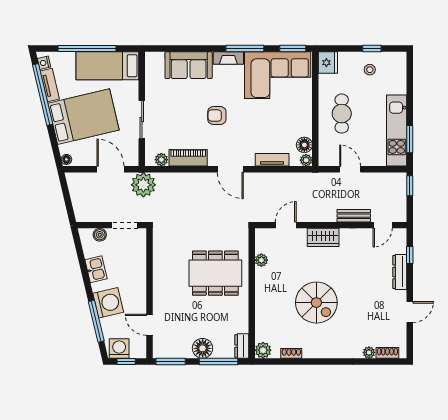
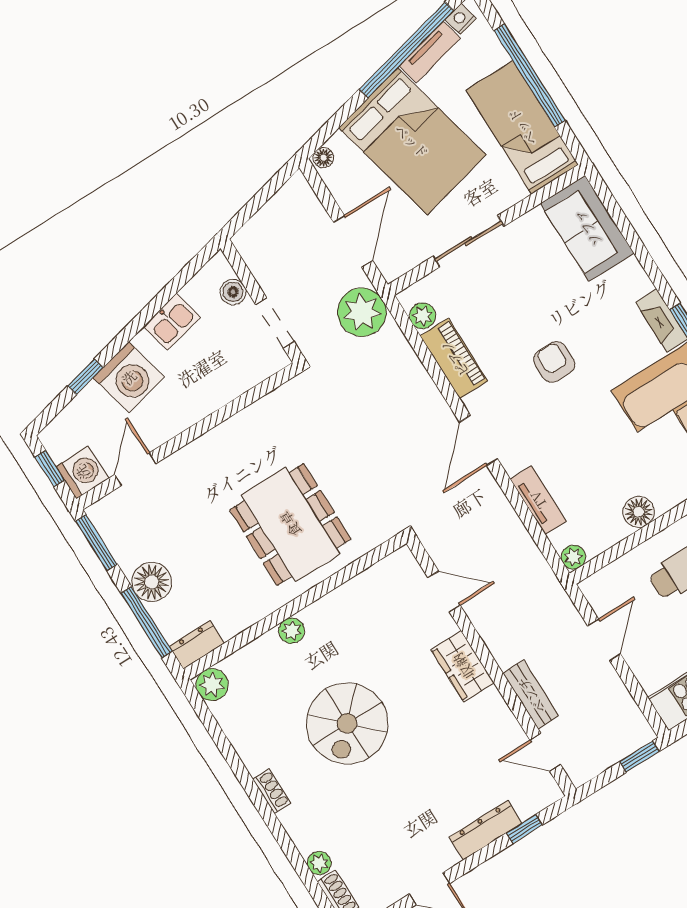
sofa: (189, 65) -> (587, 228), moved
floor lamp: (304, 145) -> (639, 512), moved
plant: (261, 260) -> (292, 631), moved
window: (96, 321) -> (85, 377), width x0.46
washing machine: (119, 349) -> (82, 472), moved
shoe rack: (291, 353) -> (272, 791), moved

